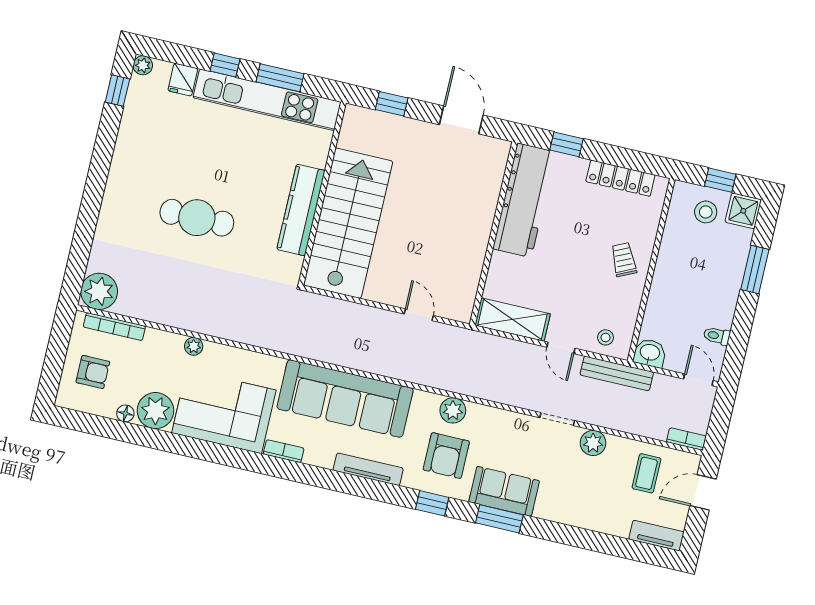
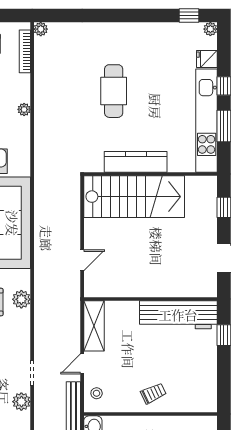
locker: (620, 178) -> (209, 378), removed
plant: (99, 291) -> (41, 29), width x0.53, depth x0.53

